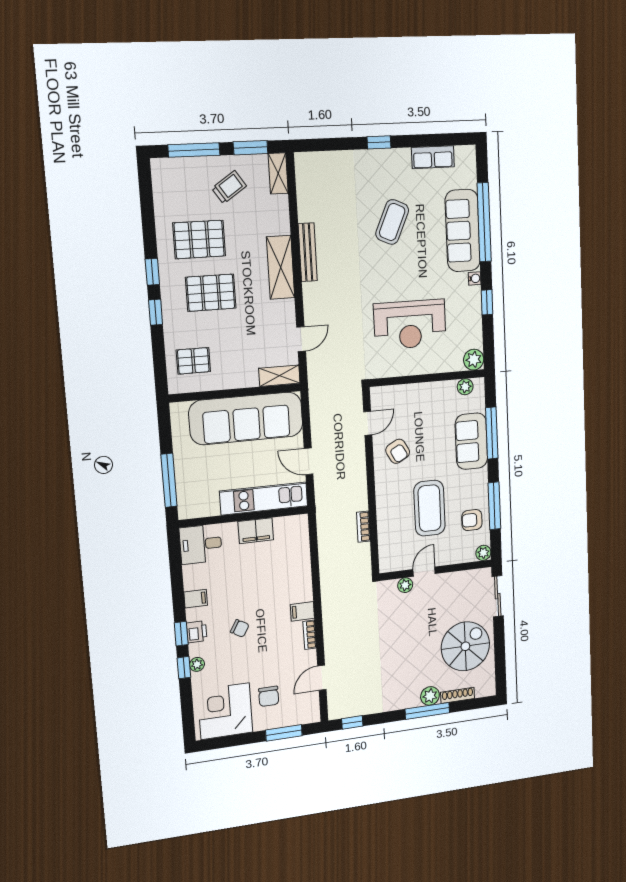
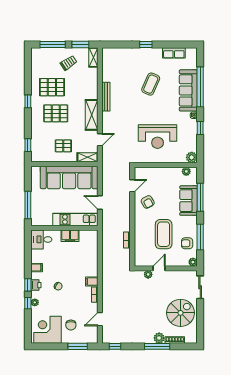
shelving: (281, 267) -> (92, 115), moved
window: (156, 312) -> (28, 145), moved
pallet: (193, 361) -> (63, 146), moved

